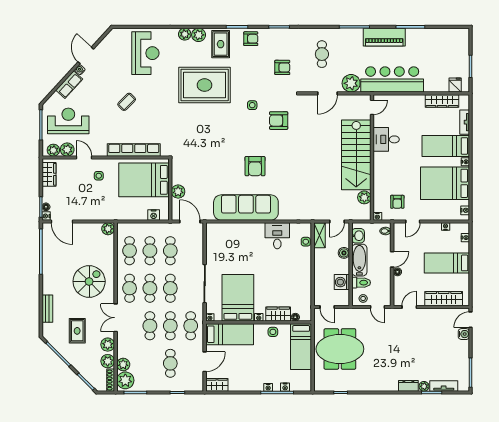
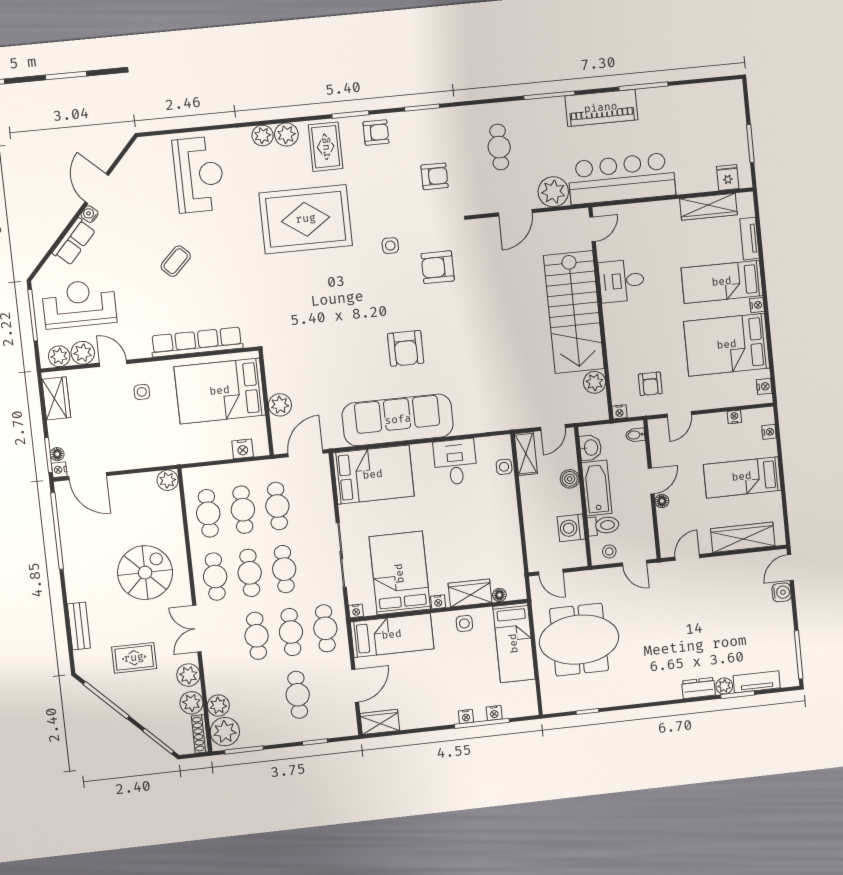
door: (190, 222) -> (306, 453), hinge flipped
bed: (228, 238) -> (373, 475), added
rug: (77, 331) -> (134, 658), turned 90

